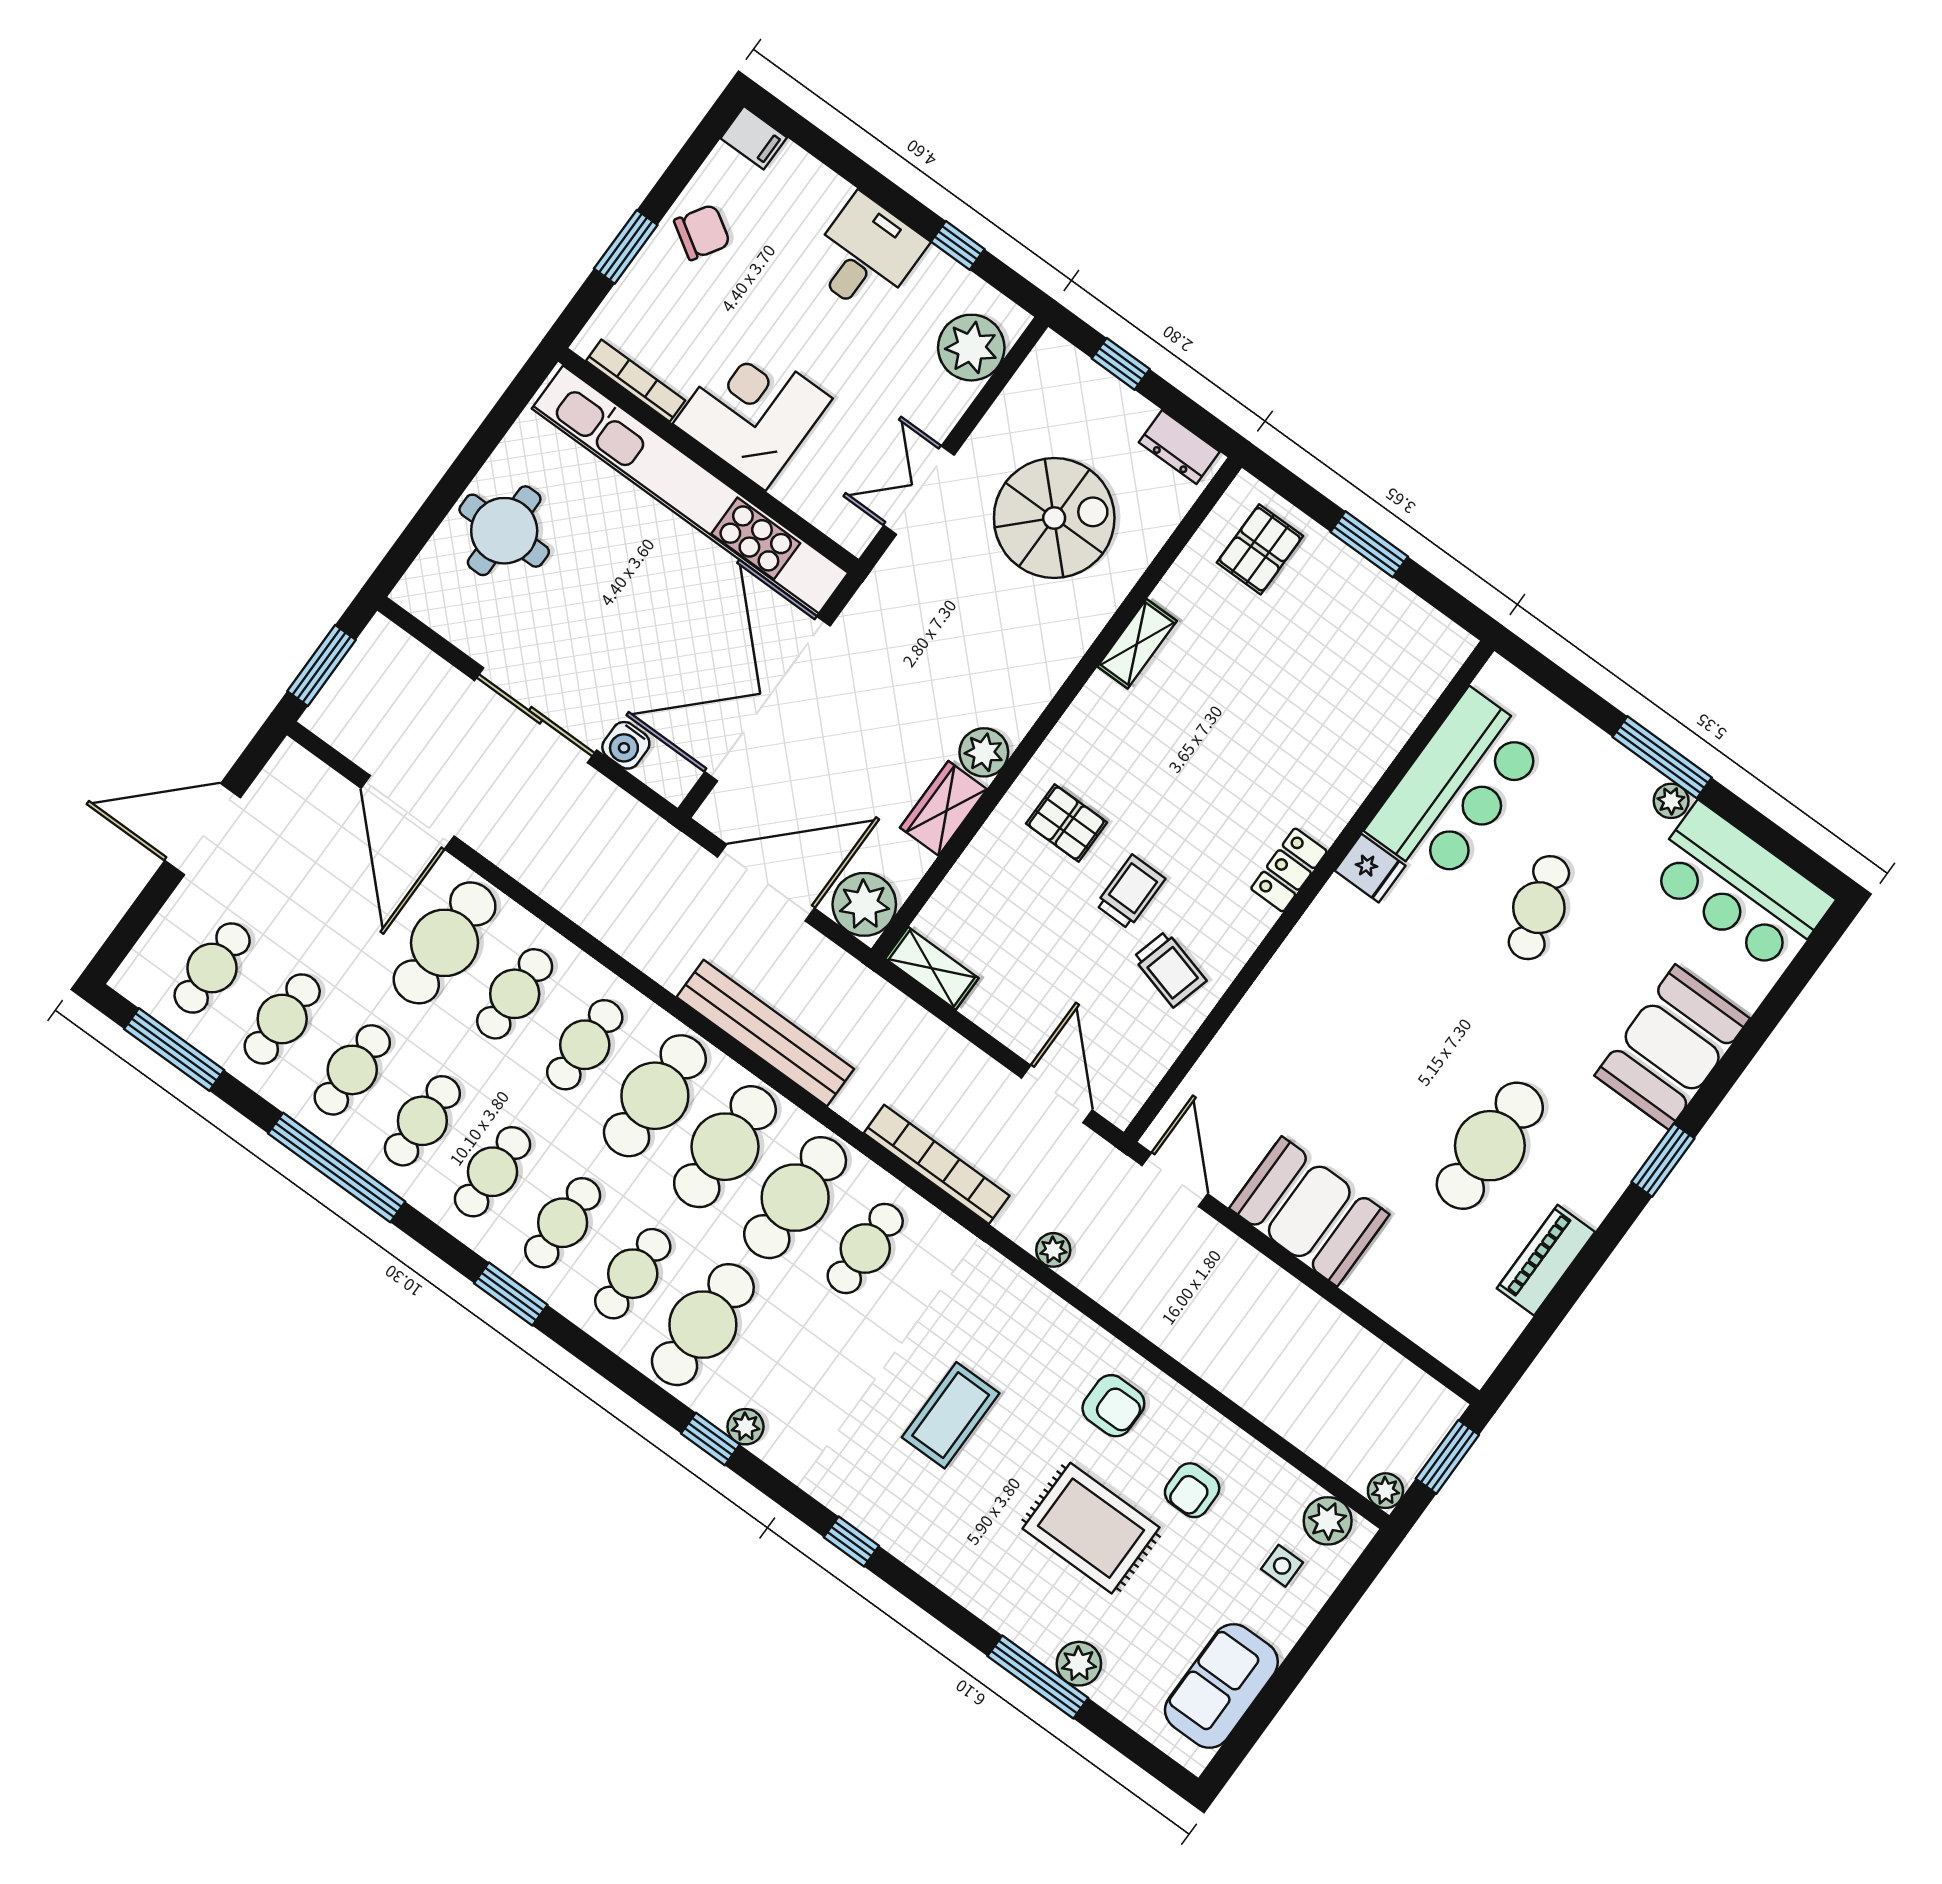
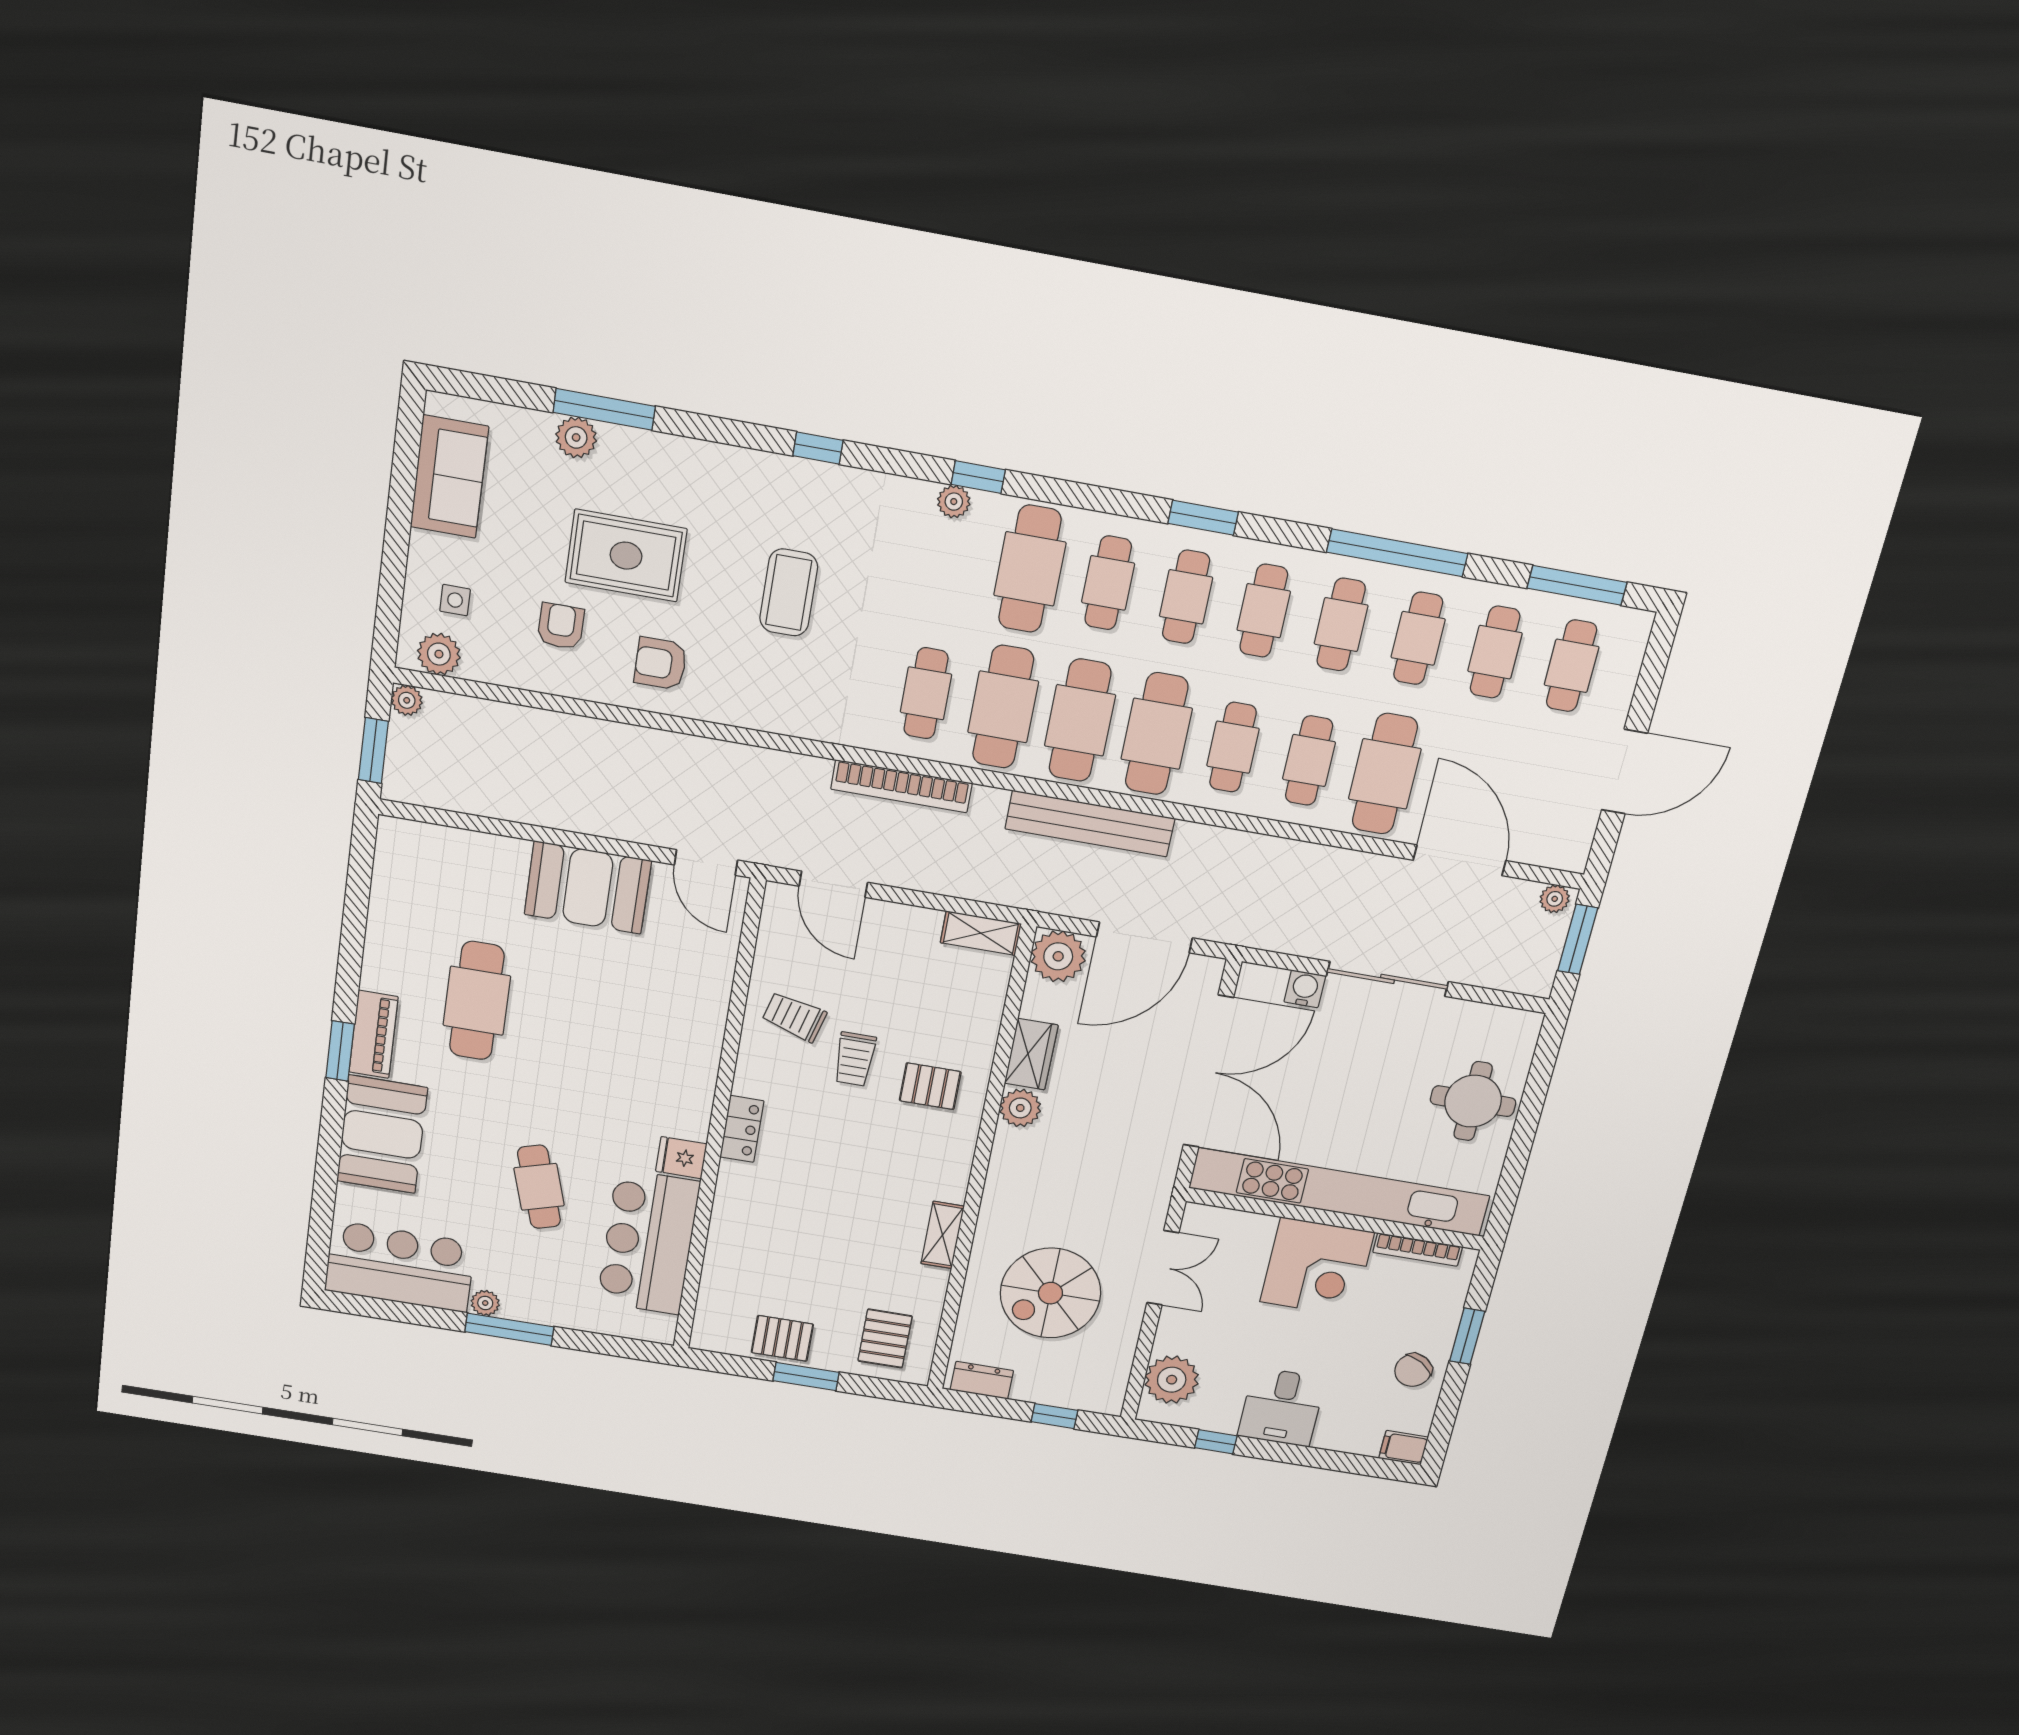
pallet: (1371, 603) -> (782, 1338), added
plant: (1053, 1250) -> (1555, 899), moved
piano: (1546, 1260) -> (373, 1034), moved

